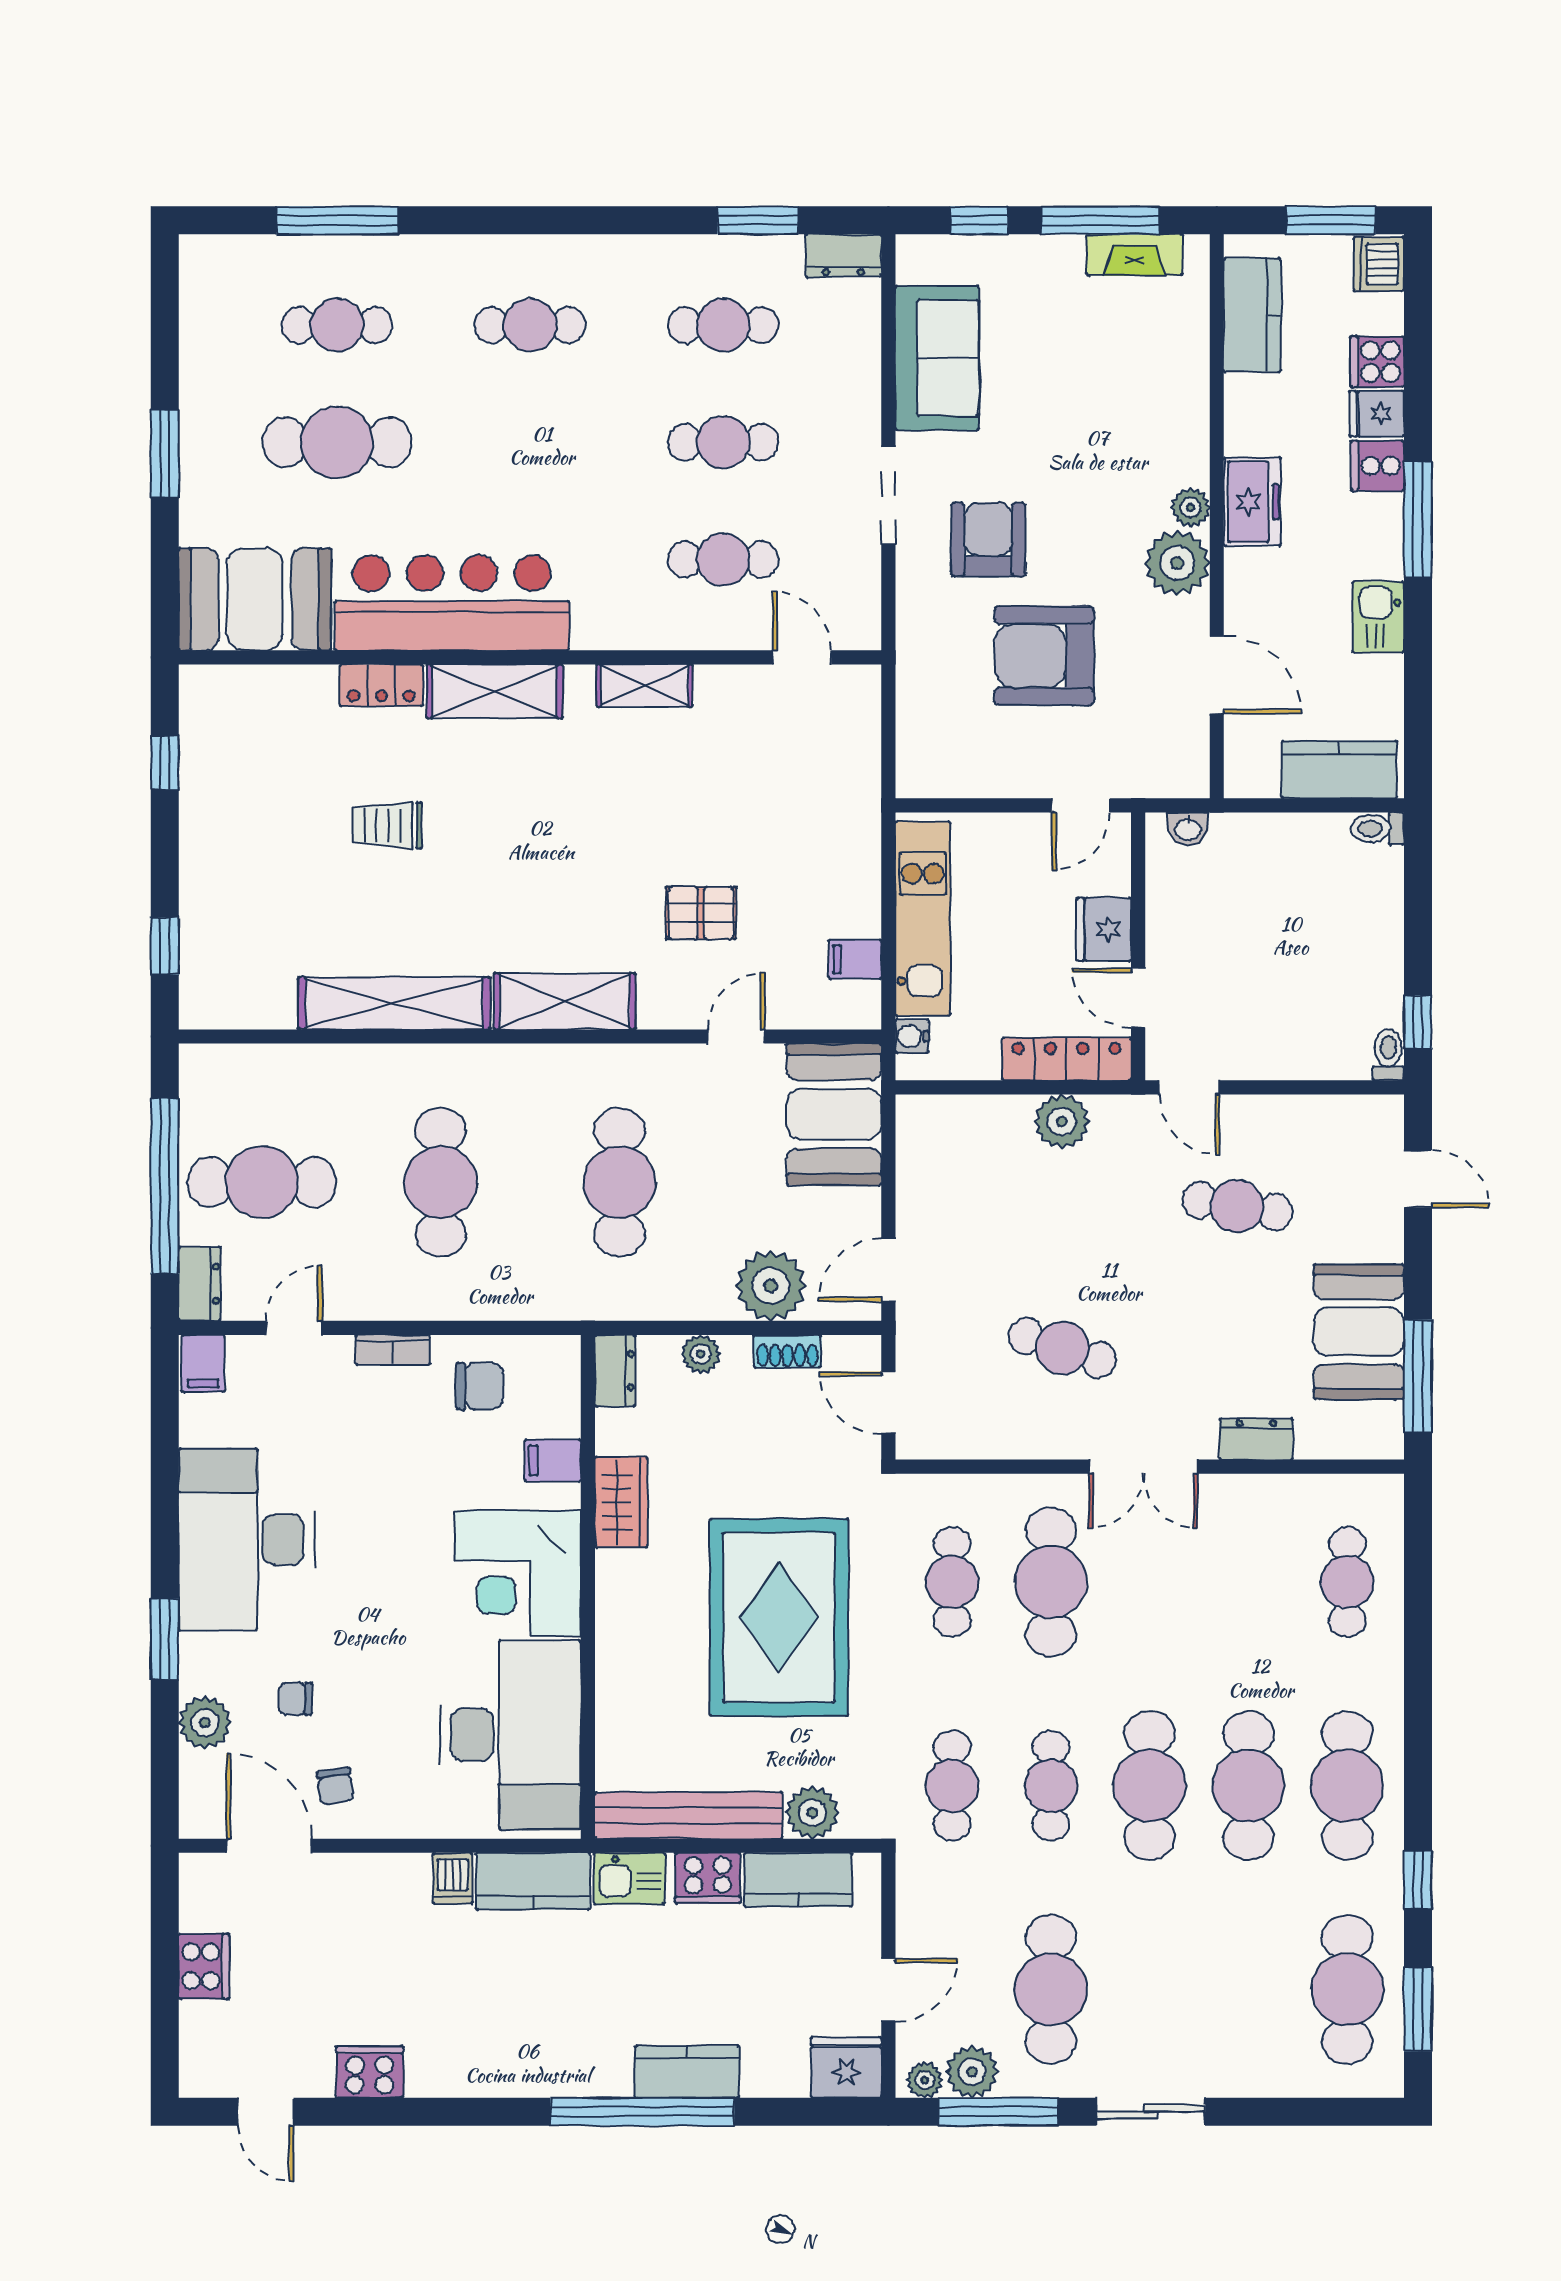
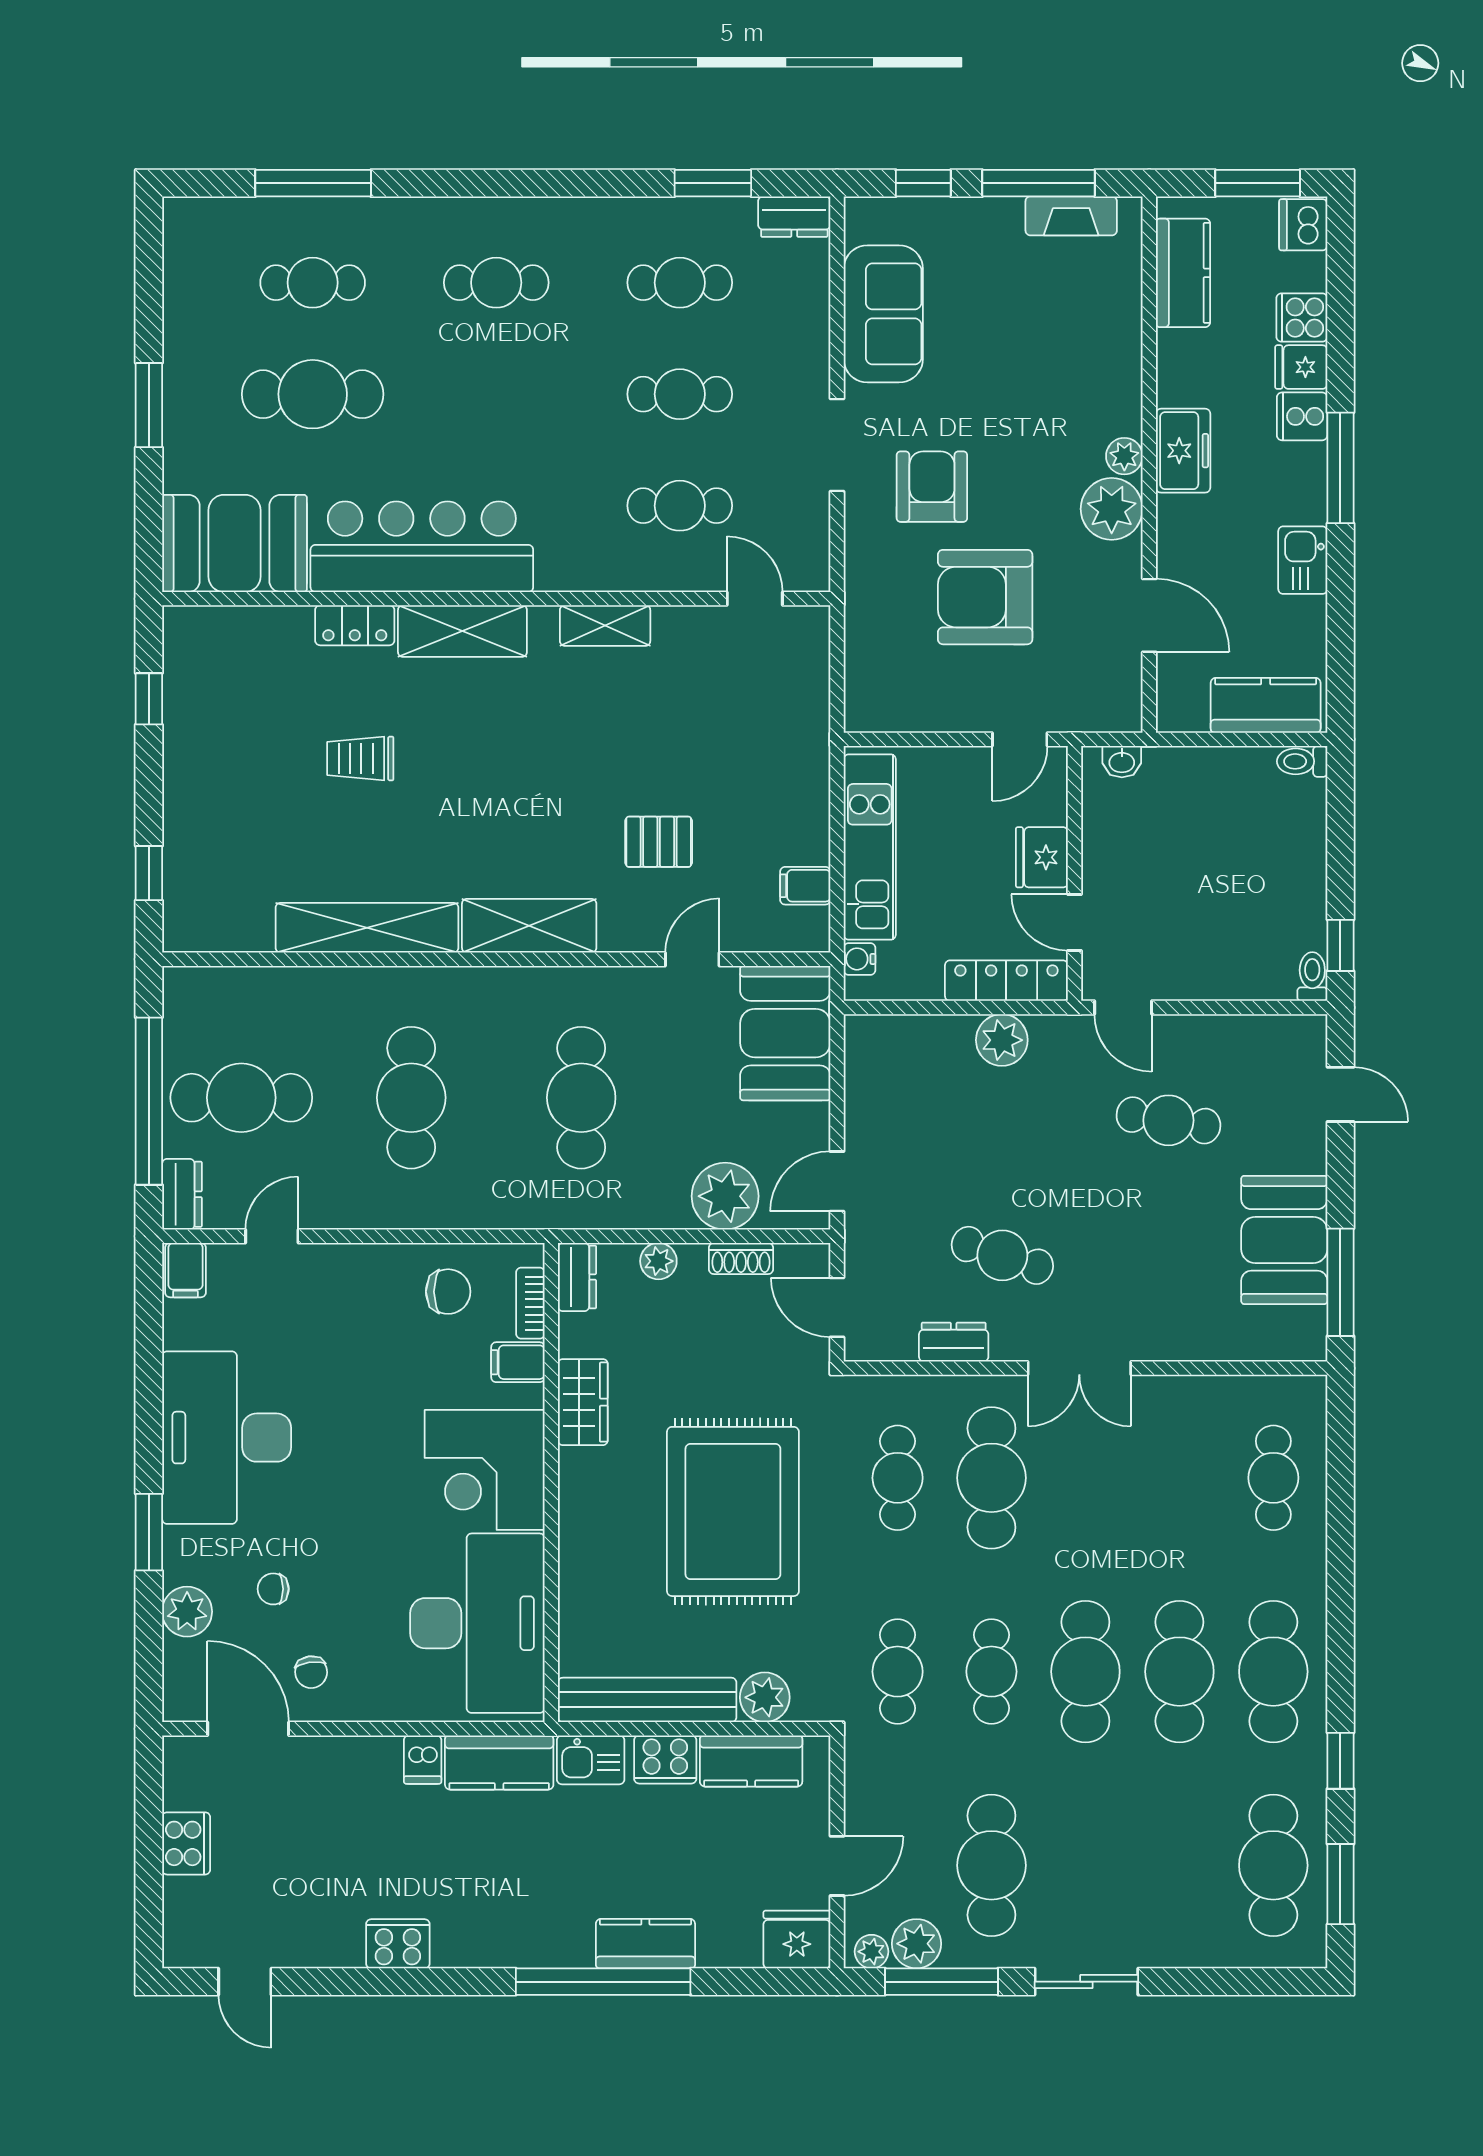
bookcase: (393, 1350) -> (530, 1303), moved, turned 90
dresser: (1256, 1439) -> (954, 1342), moved
cooker: (369, 2072) -> (398, 1944), moved

